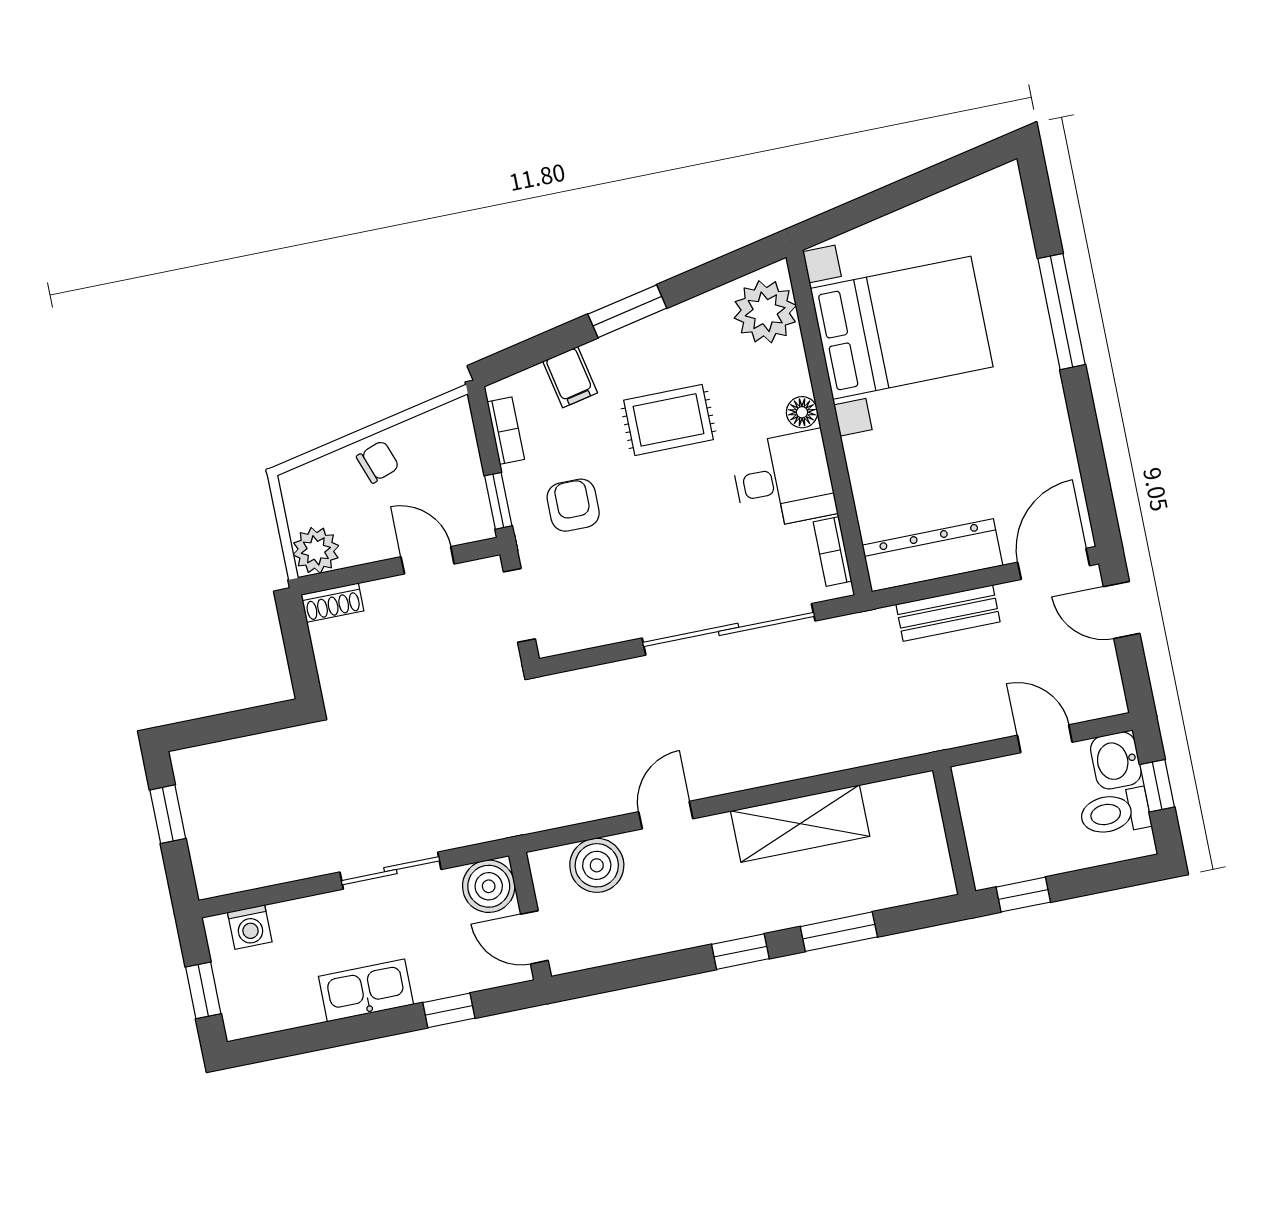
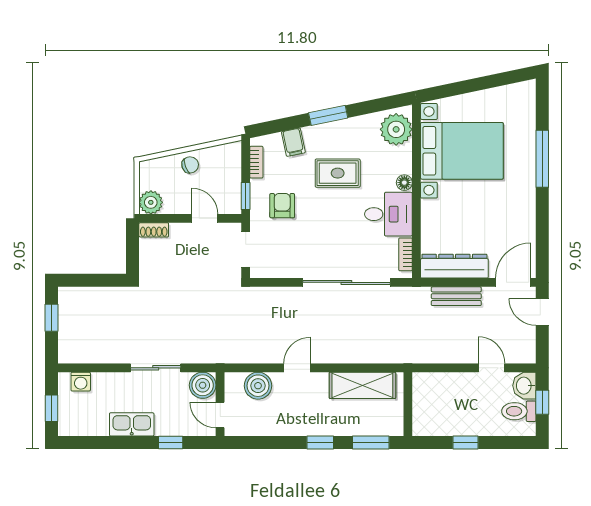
wall: (954, 831) -> (408, 404), moved

